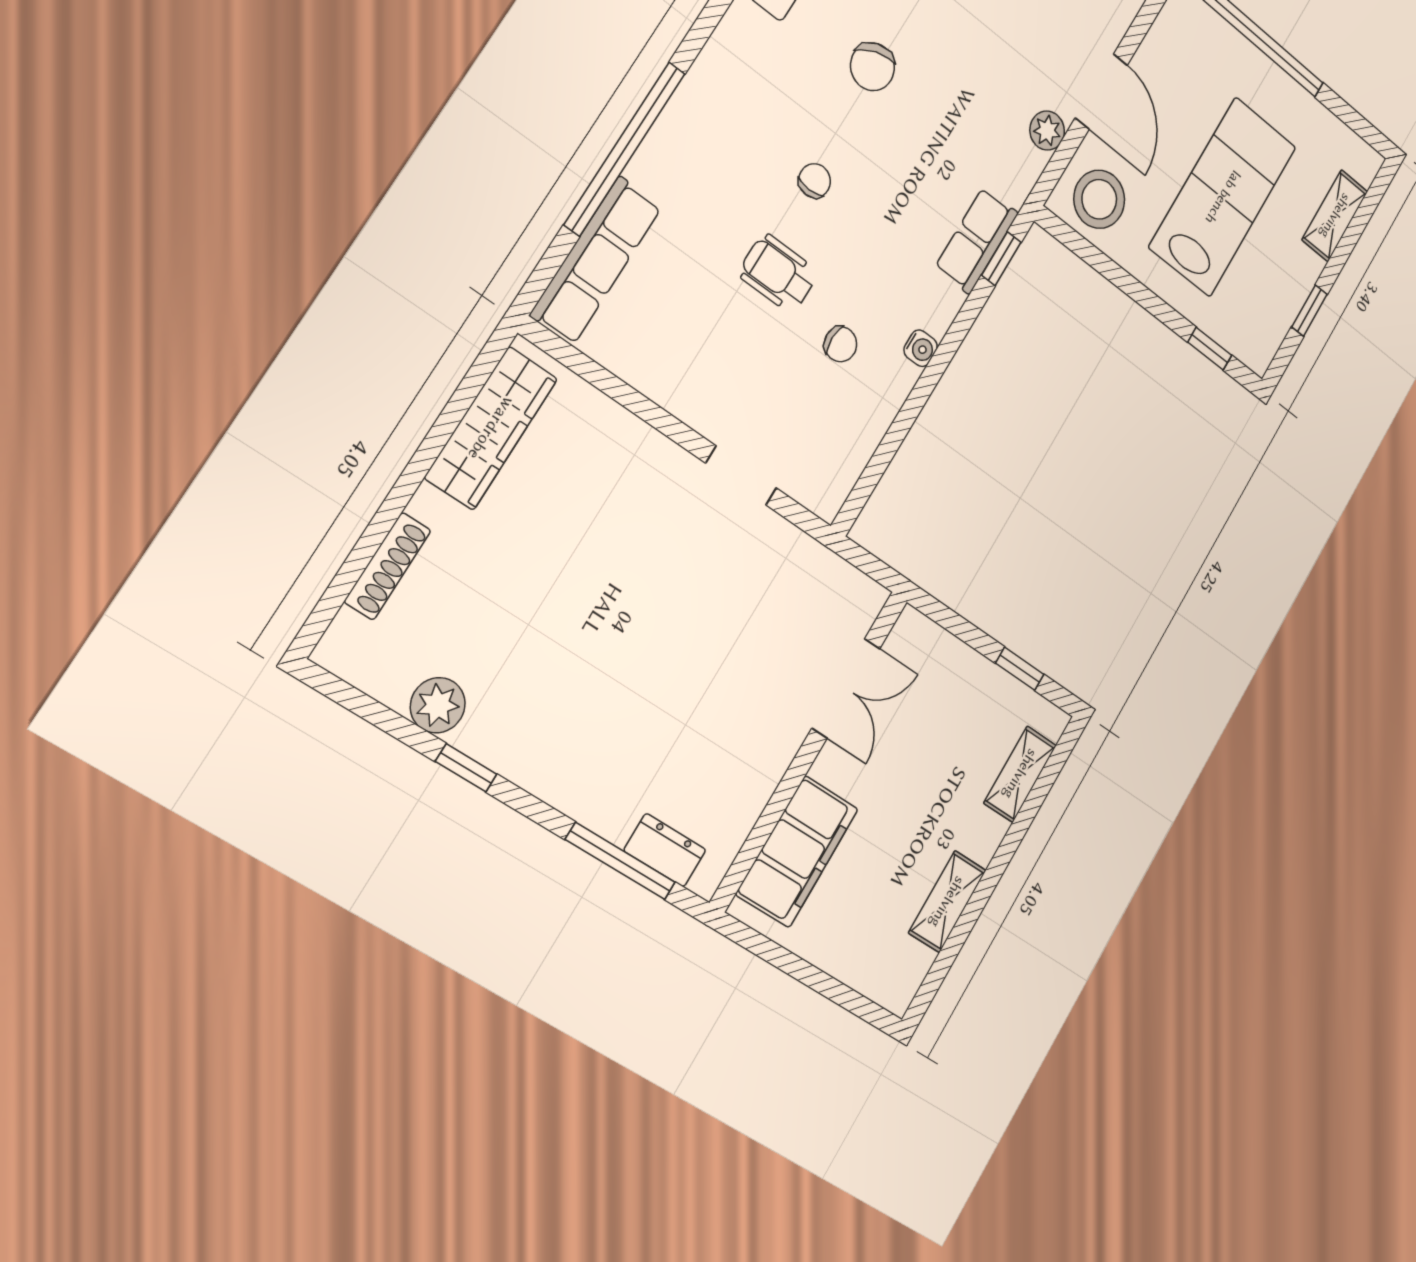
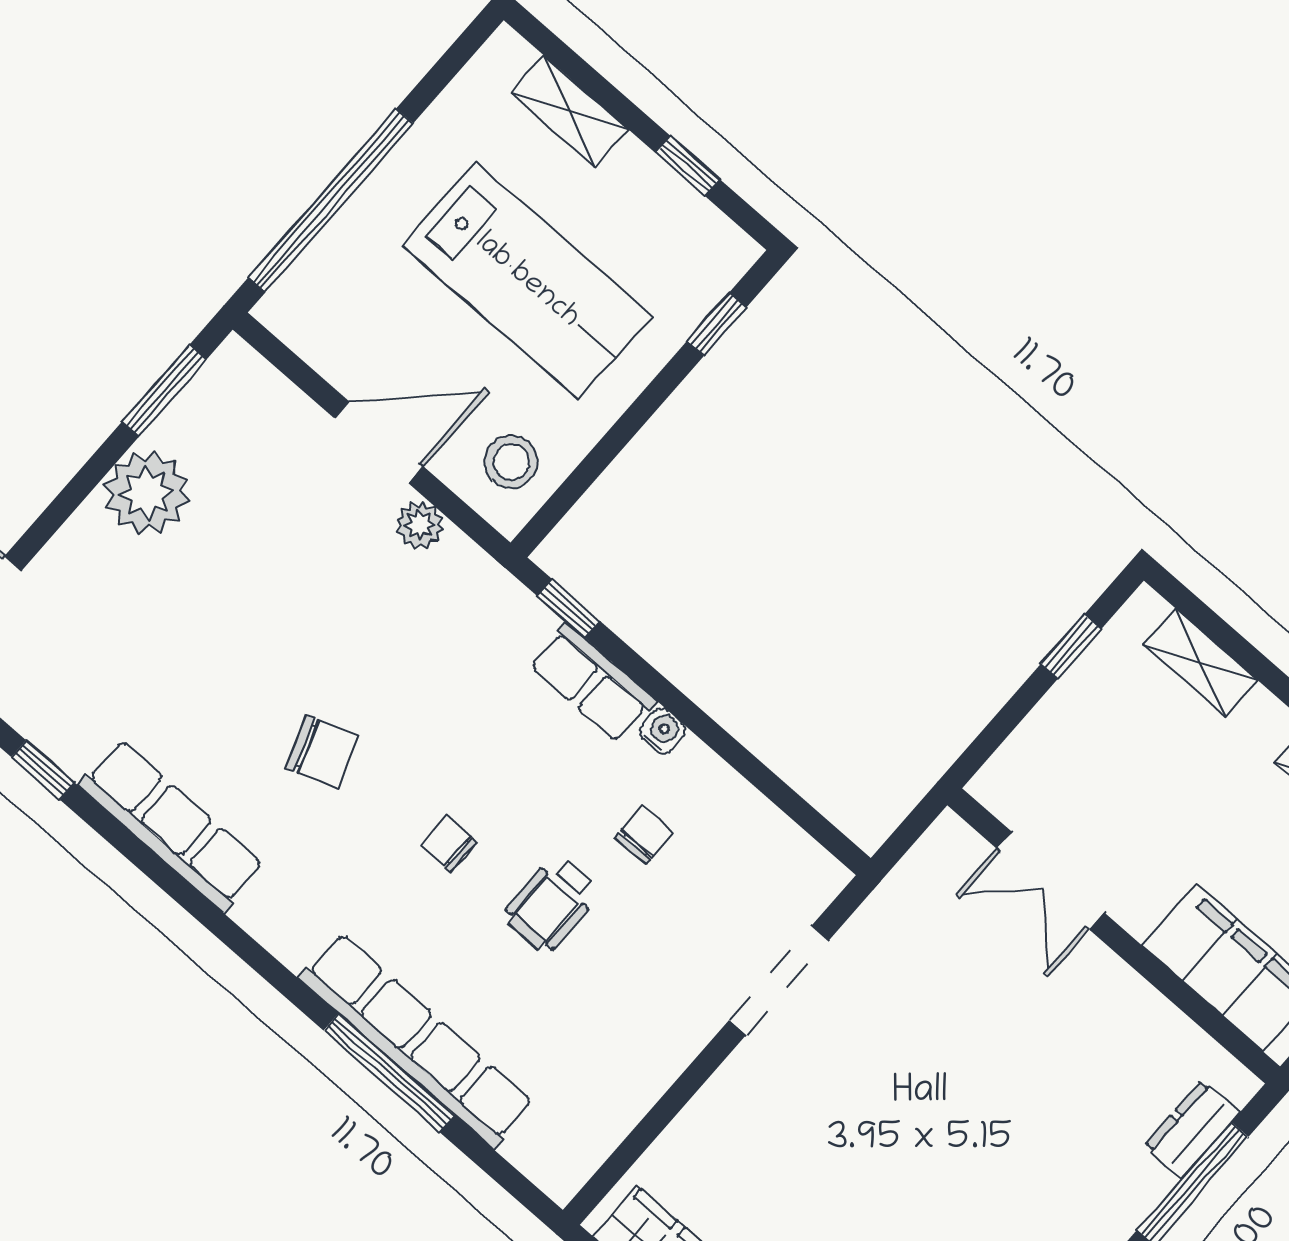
window: (625, 149) -> (389, 1073), width x0.68
lab bench: (1223, 197) -> (527, 281), turned 180
stool: (1099, 199) -> (511, 462), width x0.73, depth x0.73
row of seats: (977, 240) -> (592, 683), moved
row of seats: (596, 260) -> (416, 1040), moved, width x1.36
doorway: (741, 475) -> (779, 980), width x1.38
double door: (846, 688) -> (1050, 880), swing flipped

